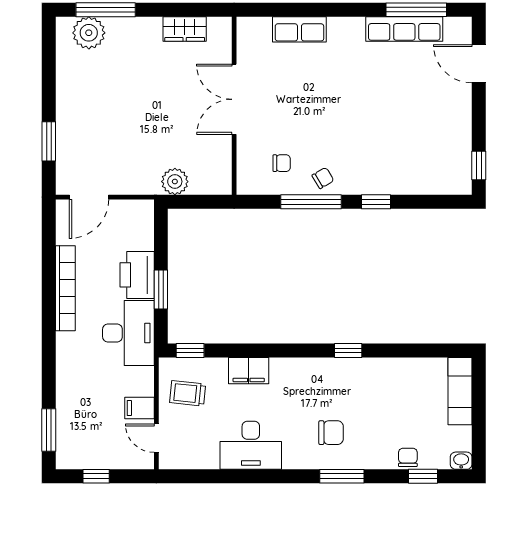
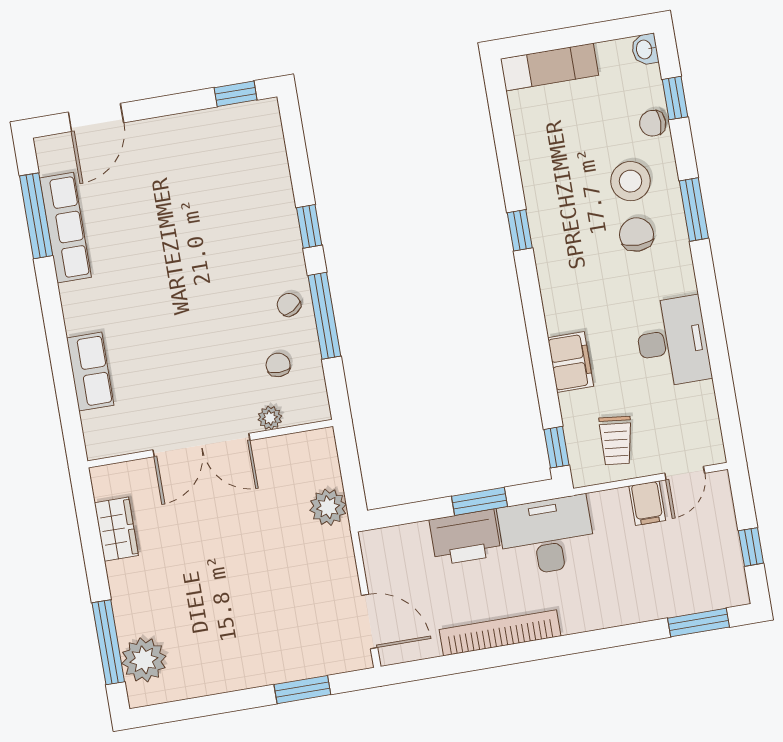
plant: (245, 151) -> (270, 418), added
stool: (370, 435) -> (631, 181), added

